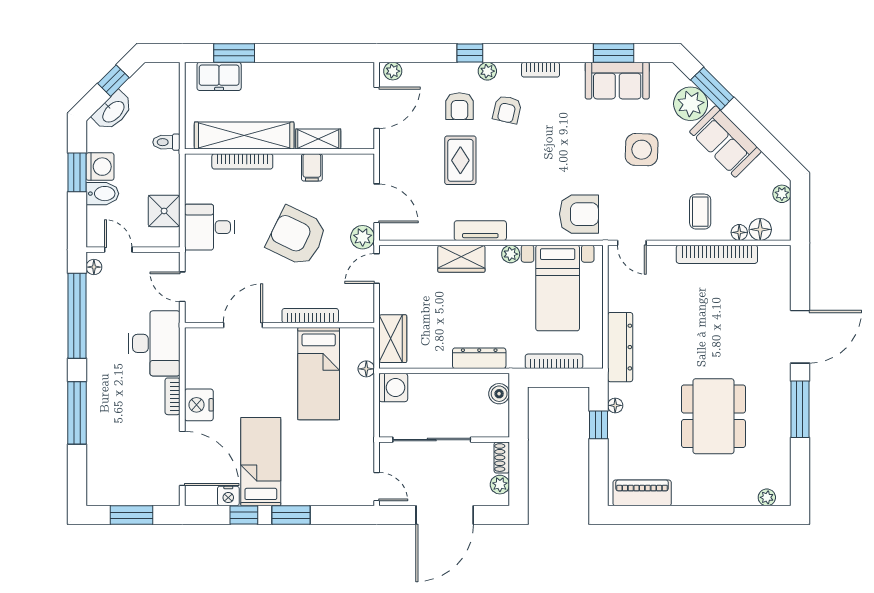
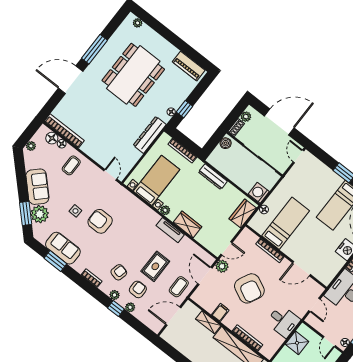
plant: (393, 71) -> (130, 307), moved
side table: (642, 150) -> (75, 211), width x0.54, depth x0.54
coffee table: (403, 157) -> (179, 287), added
armchair: (579, 214) -> (100, 221), moved
bookcase: (717, 254) -> (64, 131), moved
boiler: (499, 394) -> (226, 143), moved
dining table: (713, 416) -> (133, 75), width x1.36, depth x1.24

